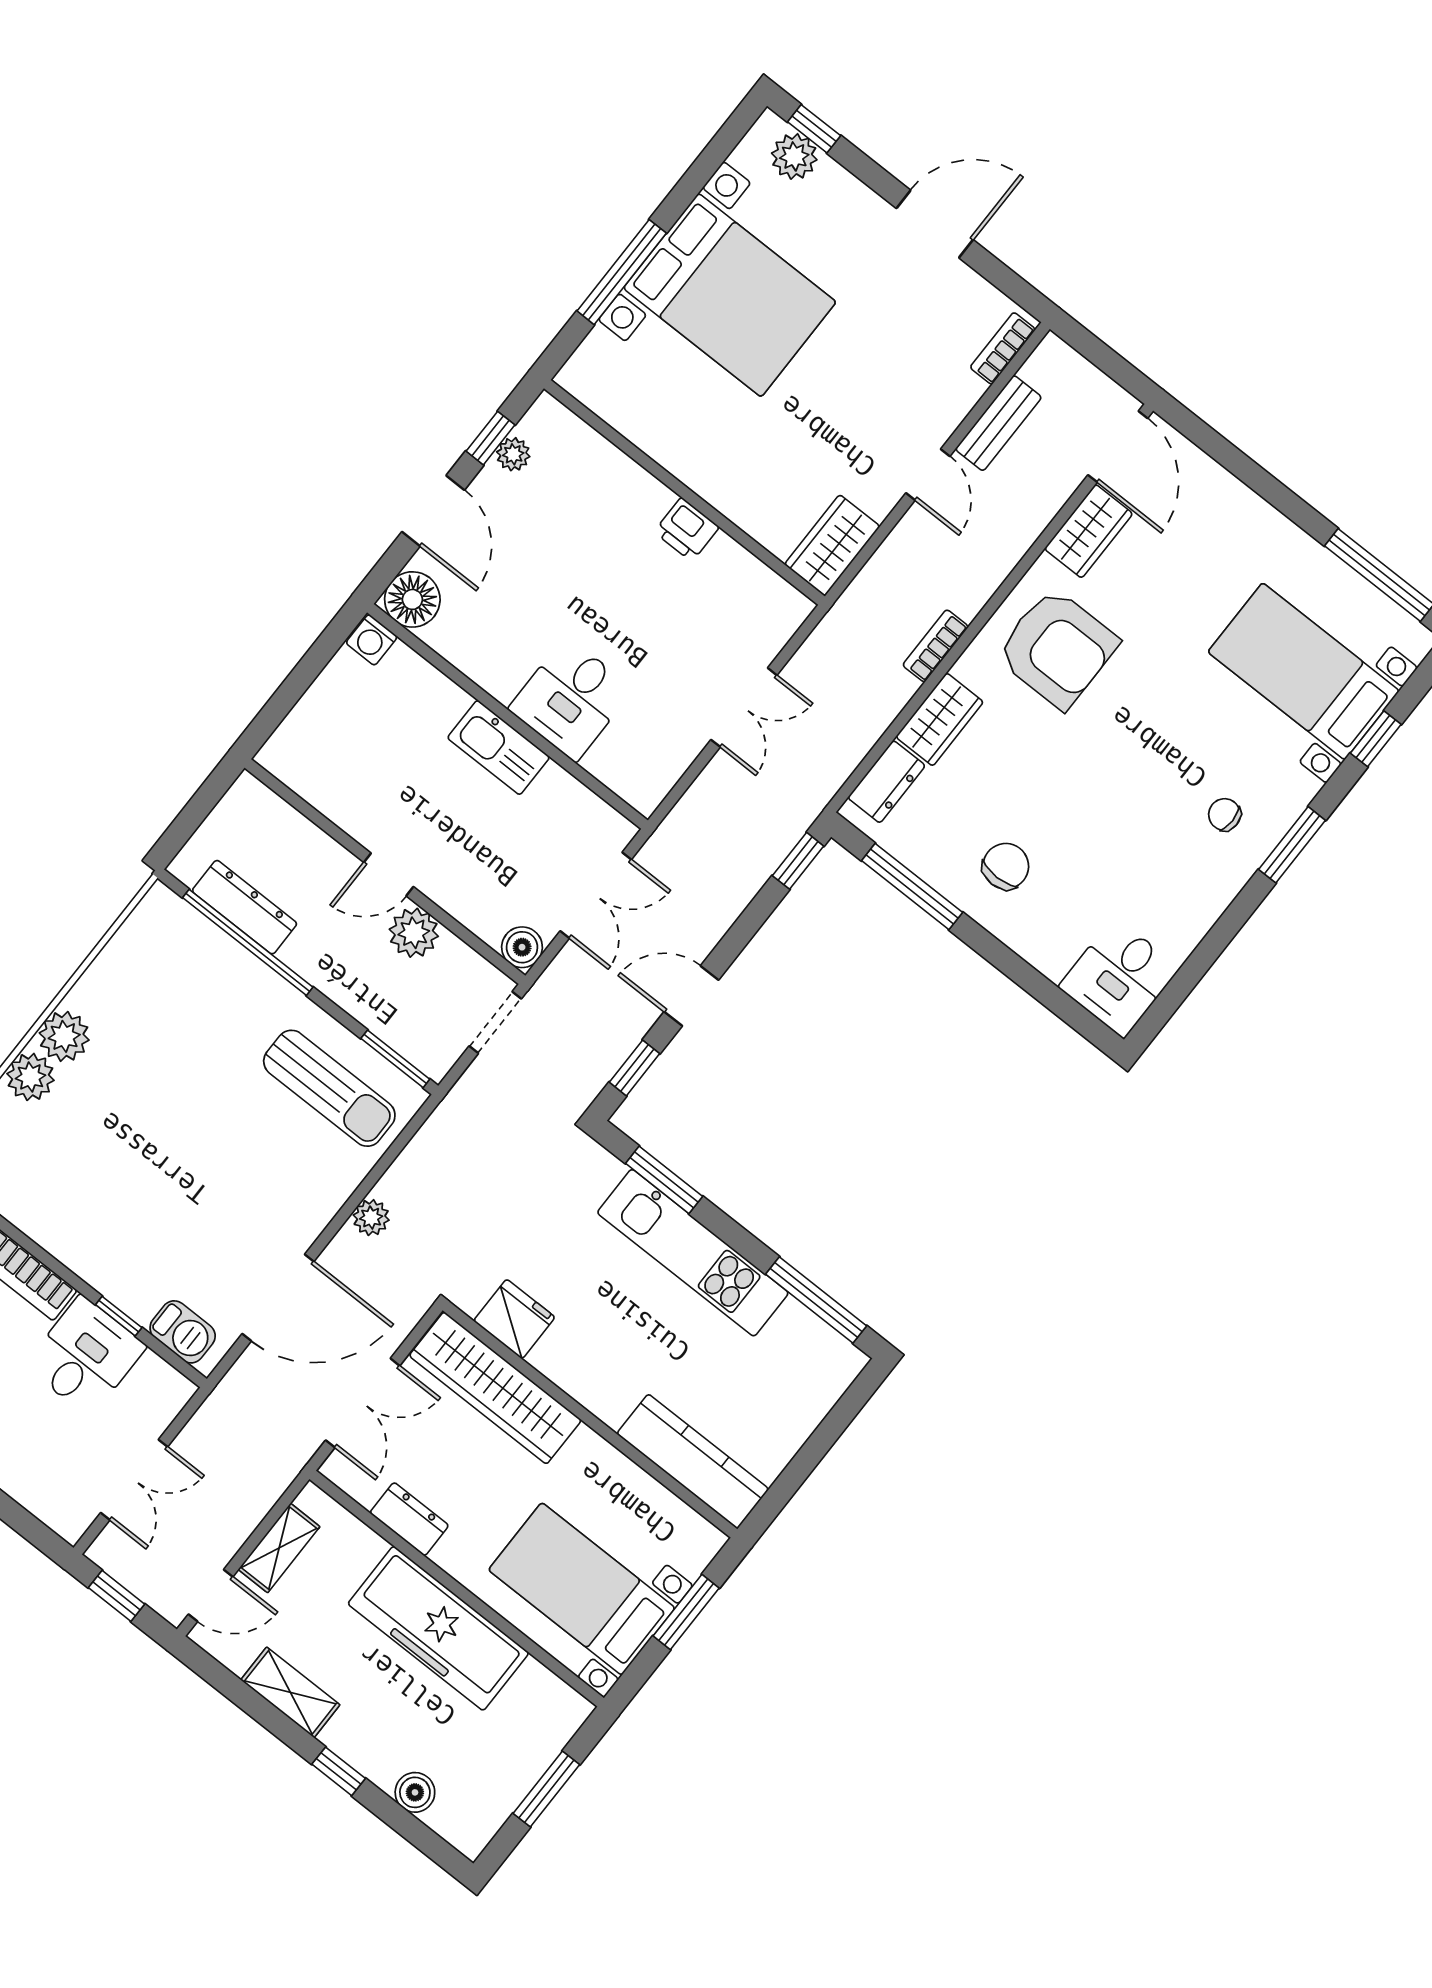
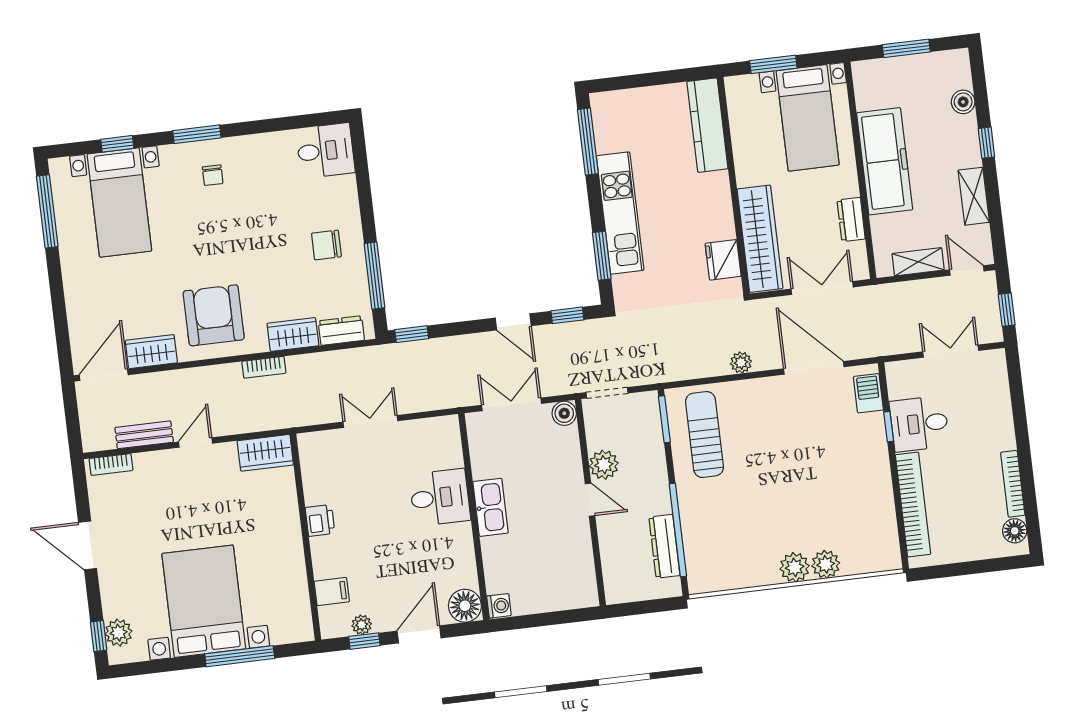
filing cabinet: (588, 459) -> (332, 592), added

